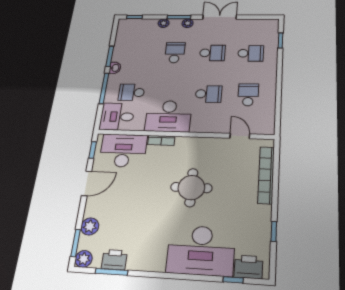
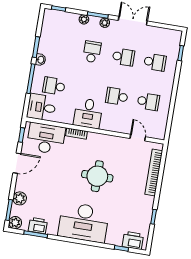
school desk: (209, 94) -> (117, 96), turned 180
school desk: (248, 95) -> (148, 102), turned 90
desk: (168, 116) -> (88, 113), width x0.73
desk: (201, 250) -> (84, 222), moved

